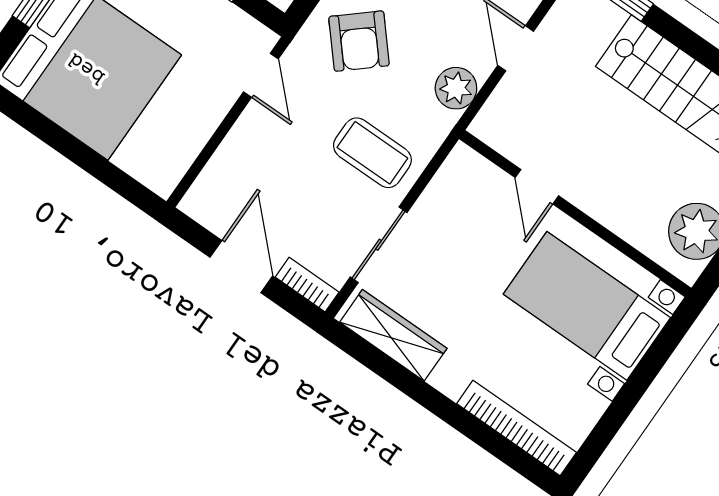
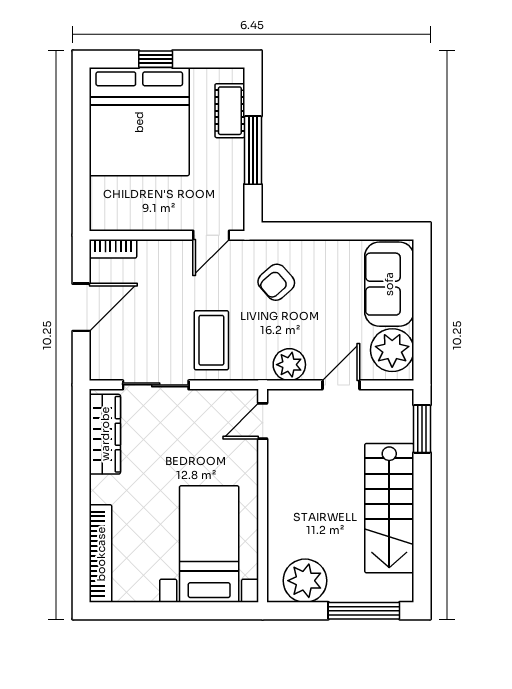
armchair: (359, 41) -> (276, 282), width x0.72, depth x0.72
door: (537, 187) -> (263, 421), moved
bookcase: (307, 285) -> (113, 249), moved, turned 90

